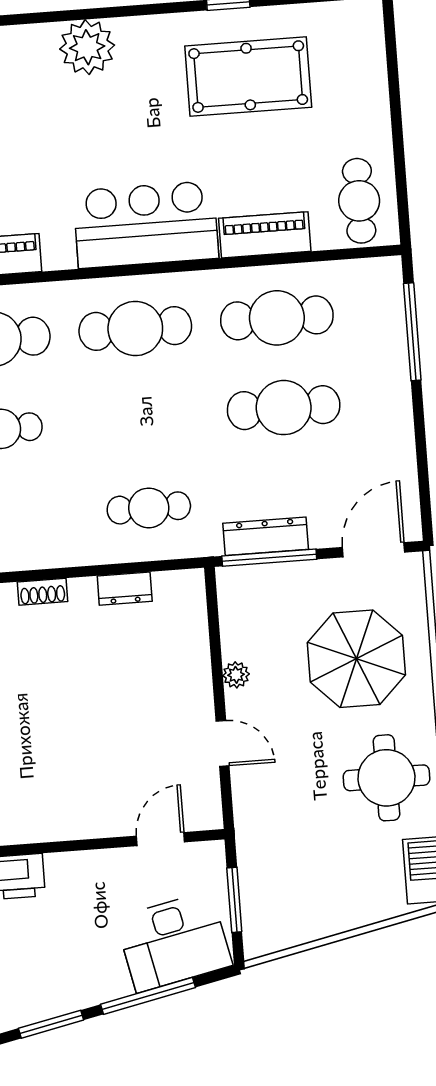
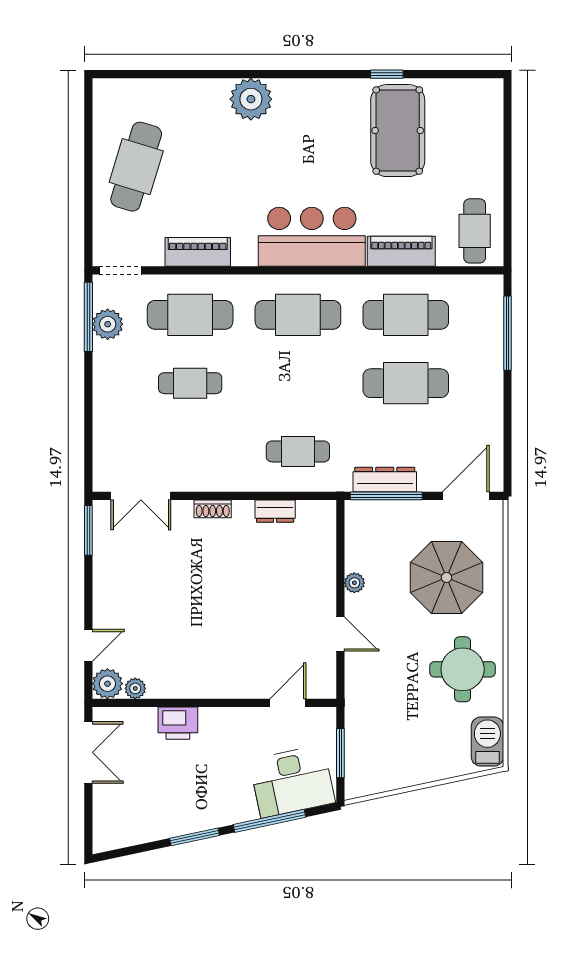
plant: (87, 47) -> (251, 99), moved
pool table: (248, 77) -> (398, 131), turned 90

